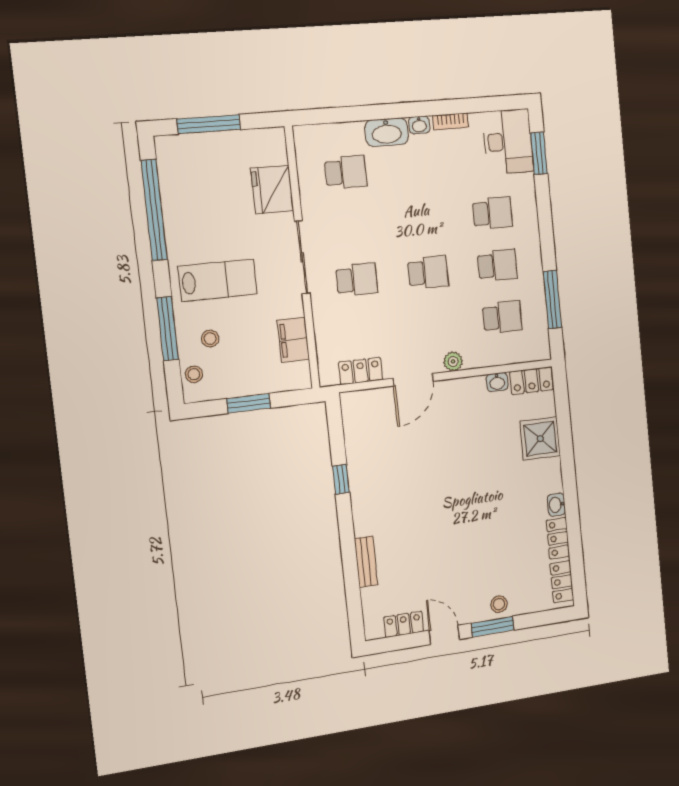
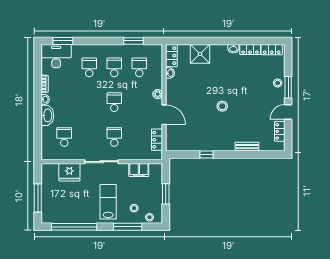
window: (552, 300) -> (133, 41), width x0.69
stool: (442, 498) -> (222, 106), added

